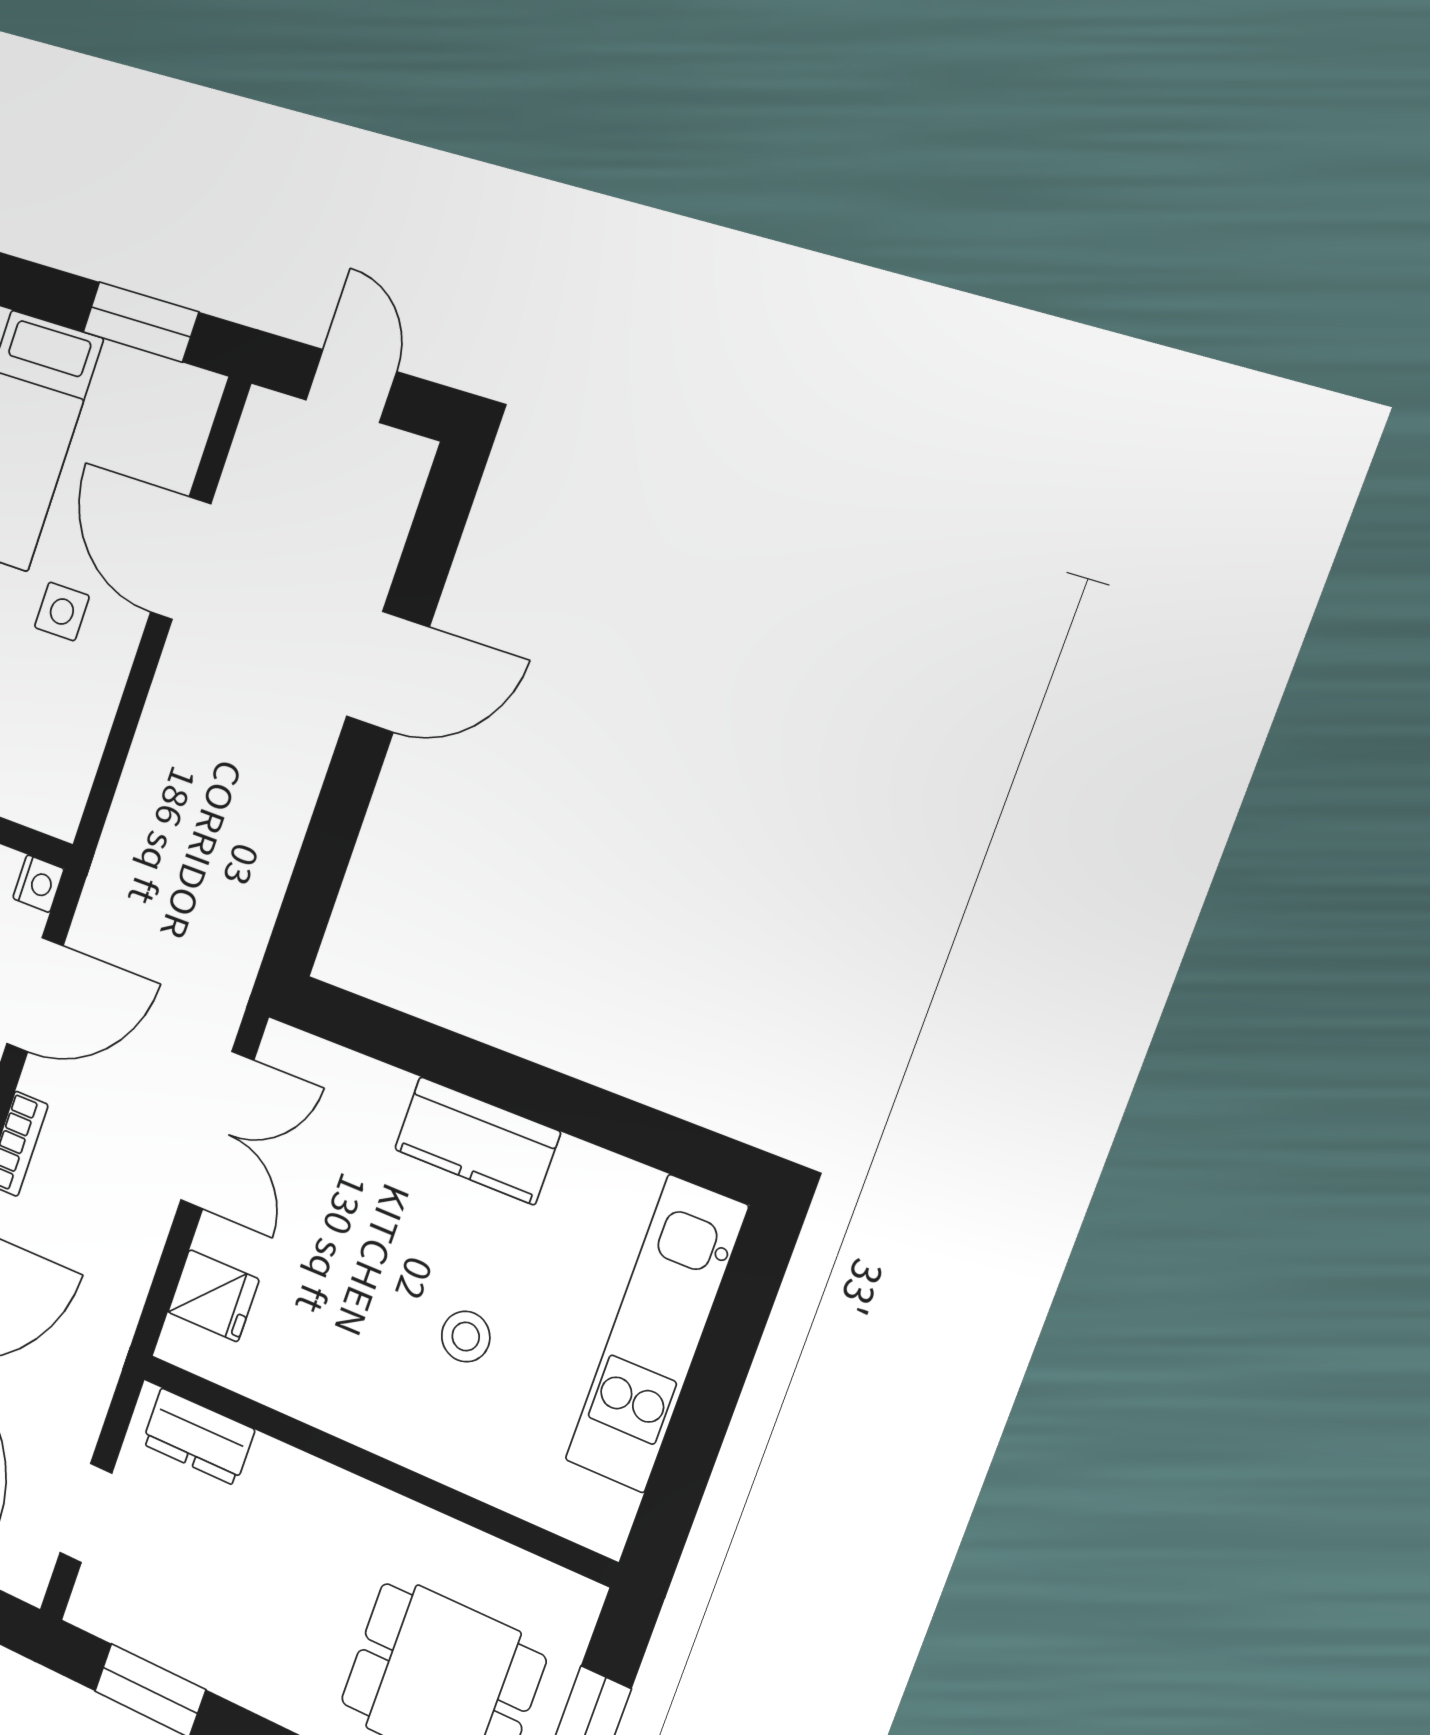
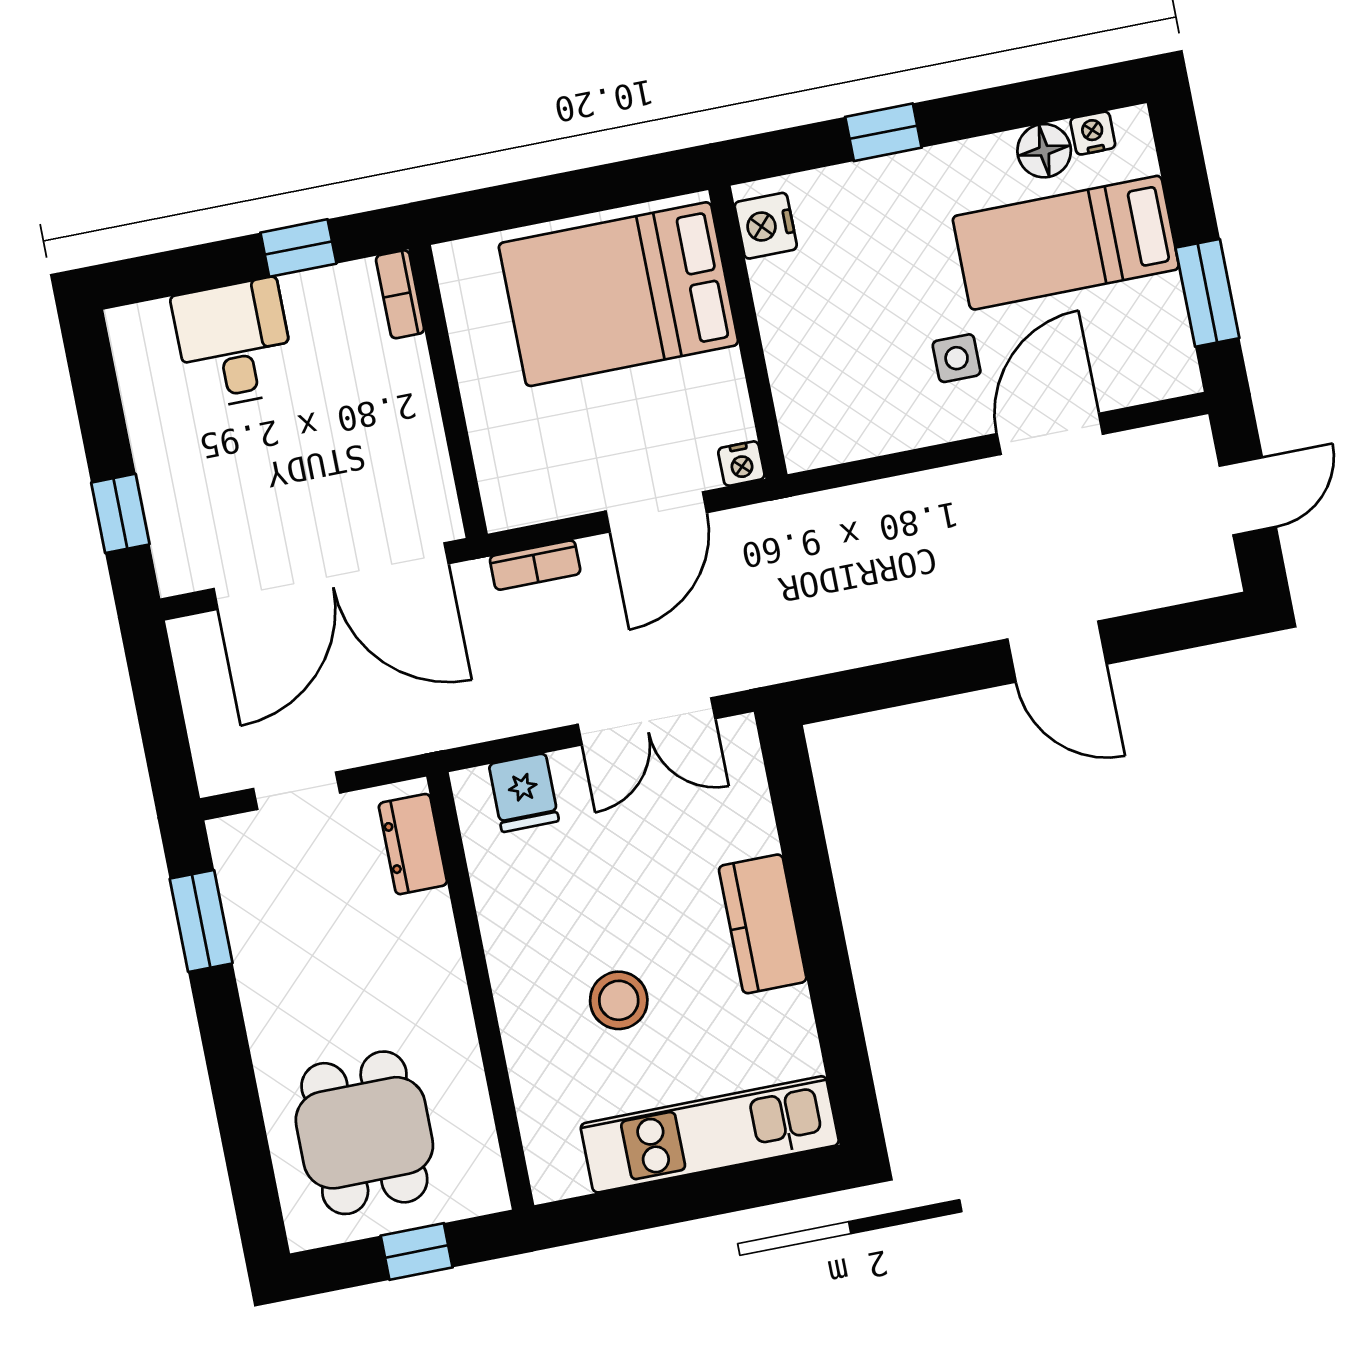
door: (35, 995) -> (656, 512), hinge flipped
stool: (466, 1336) -> (619, 1000), width x1.37, depth x1.37

